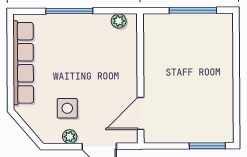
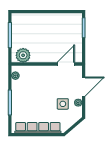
plant: (156, 35) -> (23, 55), added
door: (141, 113) -> (66, 64), swing flipped

